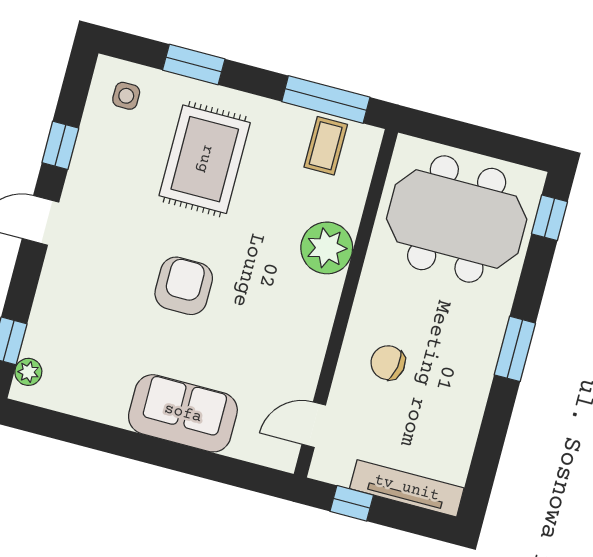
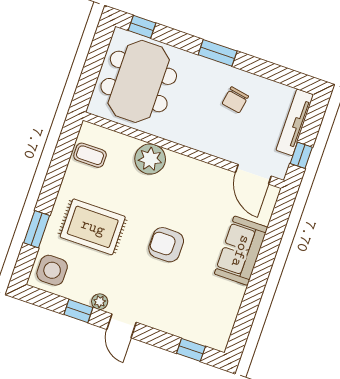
side table: (126, 96) -> (52, 270), width x1.87, depth x1.87
window: (326, 99) -> (63, 153), removed
chair: (388, 363) -> (235, 100), moved
plant: (28, 372) -> (100, 302), moved
door: (314, 425) -> (253, 174), width x1.38

